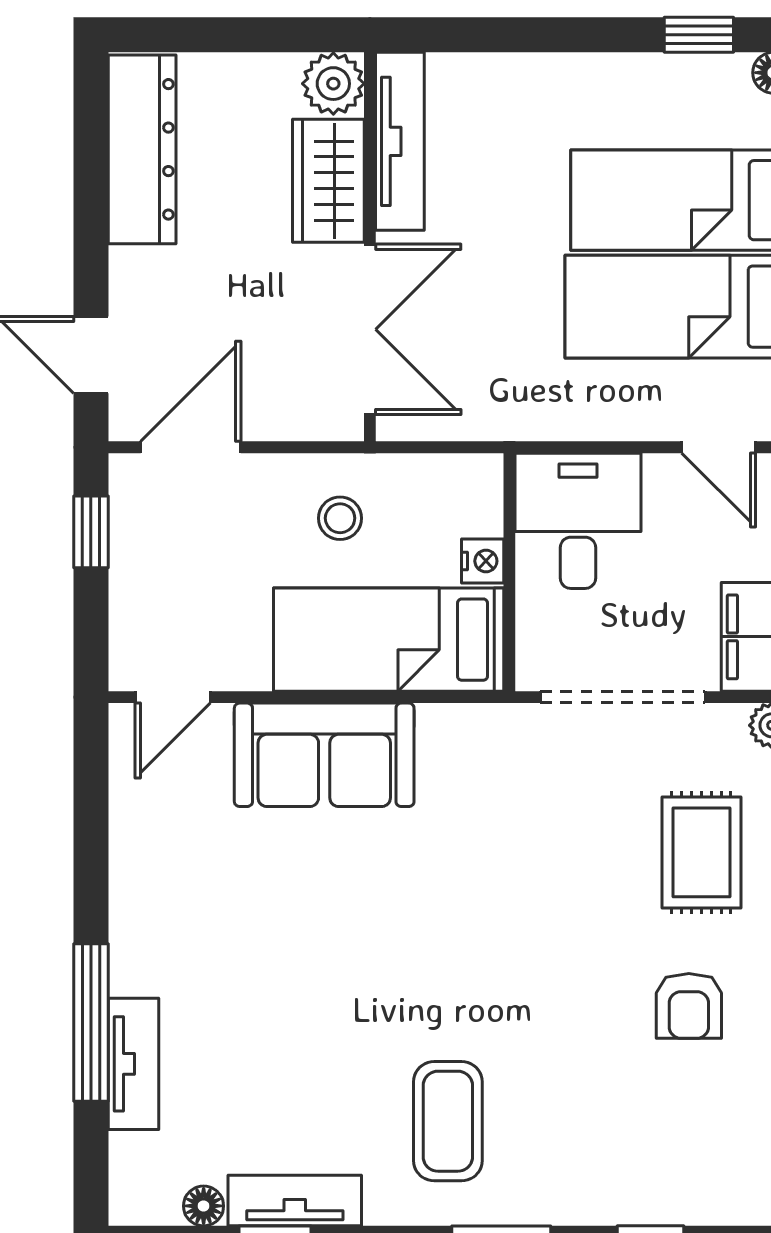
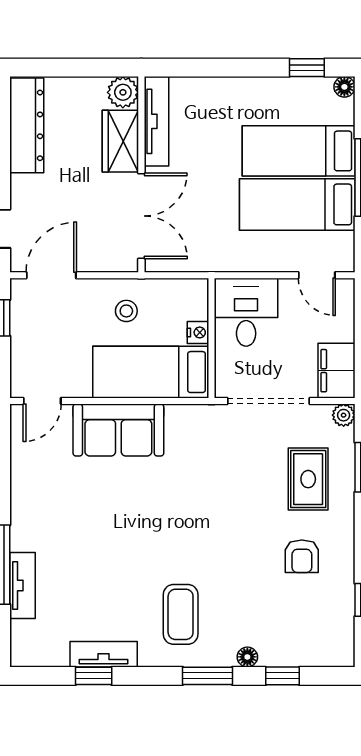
floor lamp: (204, 1206) -> (247, 657), moved

